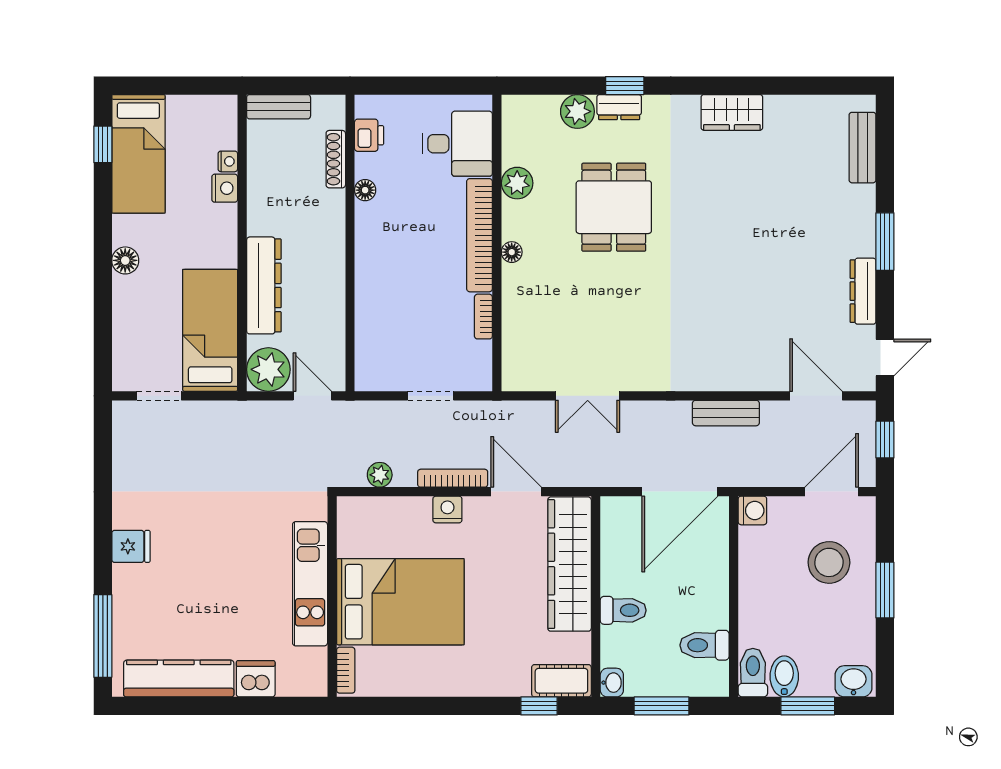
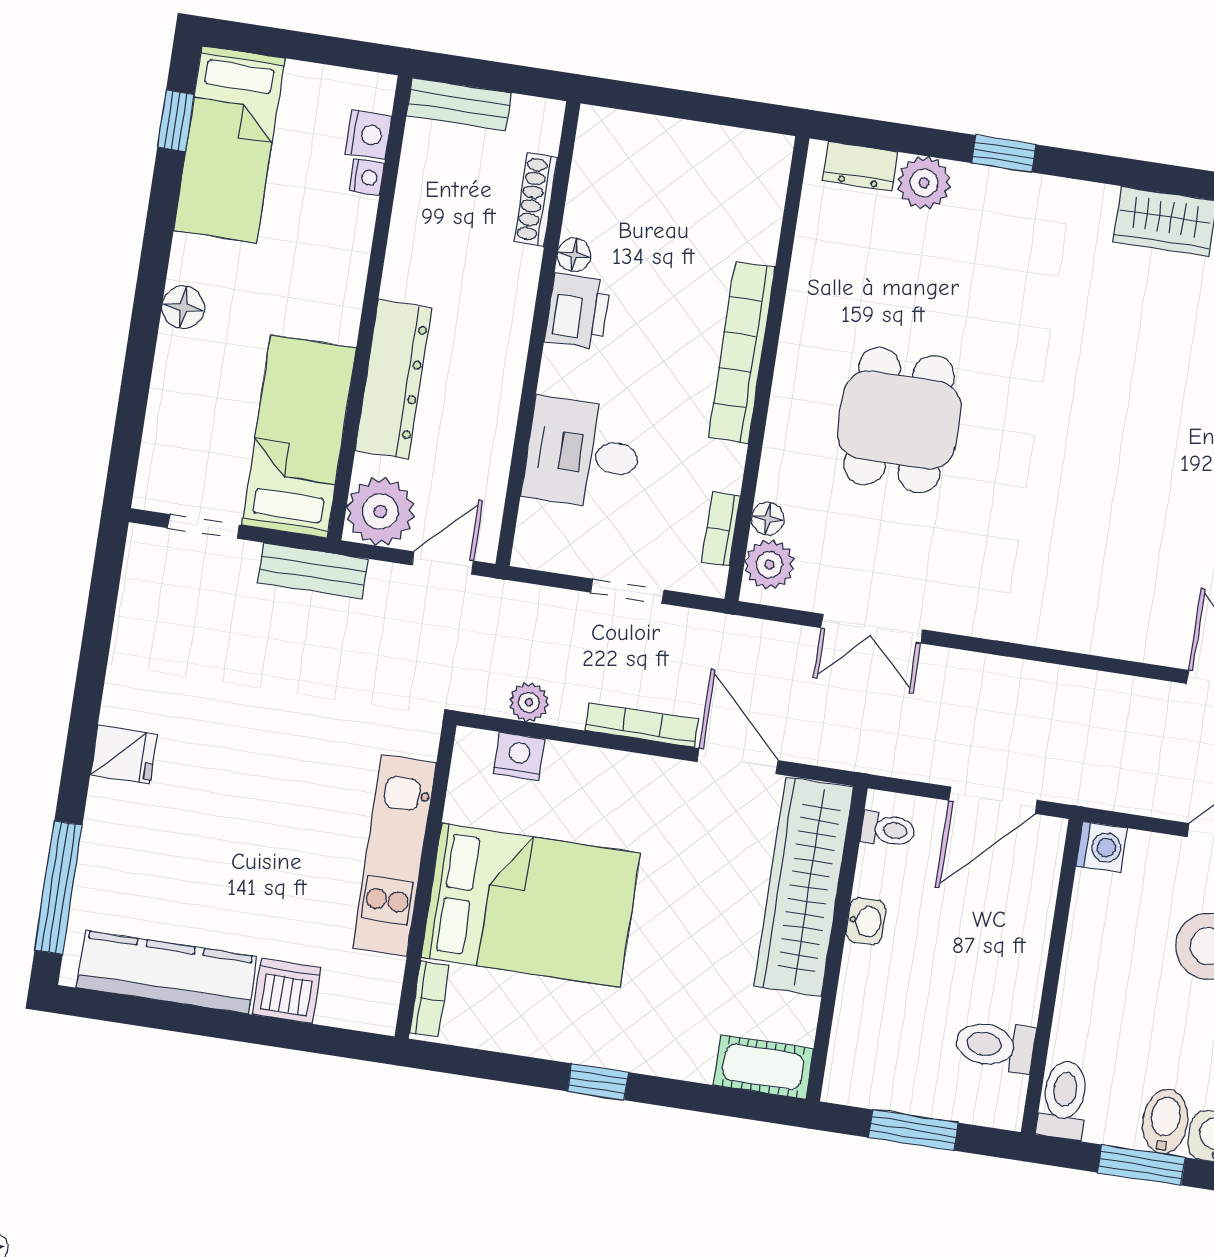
dresser: (619, 107) -> (860, 166), moved
printer: (369, 135) -> (577, 311), moved, width x1.36, depth x1.24
desk: (457, 144) -> (583, 454), moved, turned 180
plant: (517, 183) -> (769, 565), moved
nightstand: (225, 188) -> (368, 135), moved
dining table: (614, 207) -> (899, 420), moved
floor lamp: (512, 252) -> (768, 519), moved
bookcase: (483, 317) -> (721, 529), moved
door: (312, 396) -> (443, 563), hinge flipped
bench: (726, 413) -> (313, 571), moved
door: (680, 492) -> (993, 800), width x0.73
nightstand: (447, 510) -> (519, 756), moved
toilet: (623, 610) -> (888, 830), moved, width x0.73, depth x0.72
bidet: (784, 676) -> (1165, 1122), moved
washbasin: (612, 683) -> (866, 921), moved
window: (539, 706) -> (598, 1082), moved

